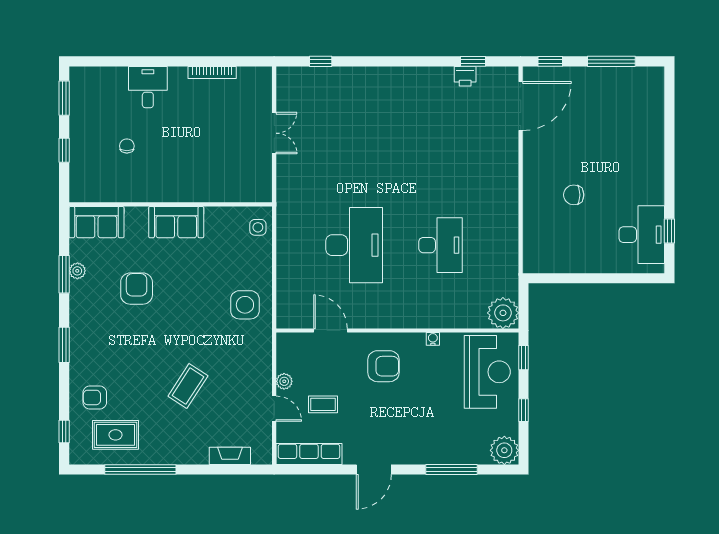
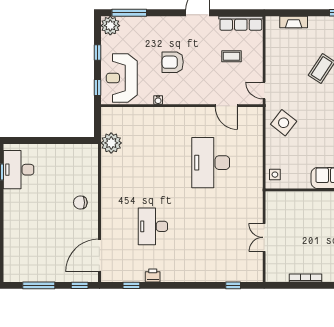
printer: (465, 76) -> (153, 275), moved
chair: (574, 195) -> (80, 203), moved, turned 180
desk: (440, 245) -> (153, 226), moved
side table: (245, 305) -> (284, 123), turned 38
plant: (503, 313) -> (111, 143), moved
armchair: (384, 366) -> (173, 62), moved
plant: (284, 381) -> (257, 72), removed
door: (274, 409) -> (264, 91), moved
window: (452, 469) -> (129, 13), moved

